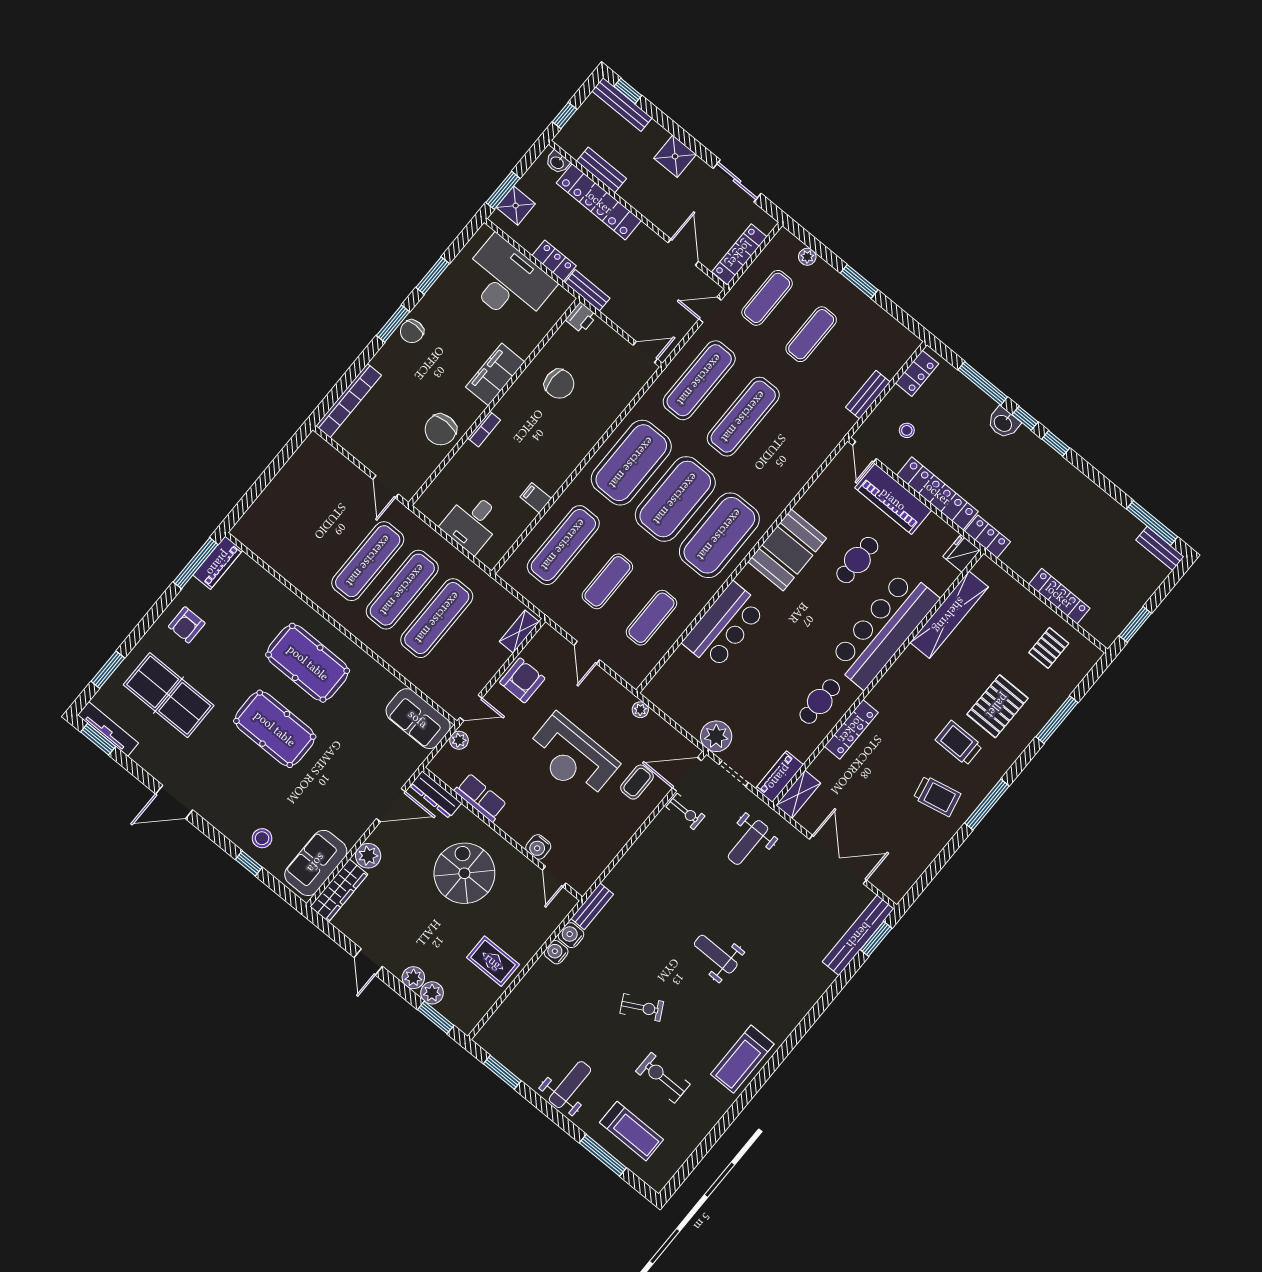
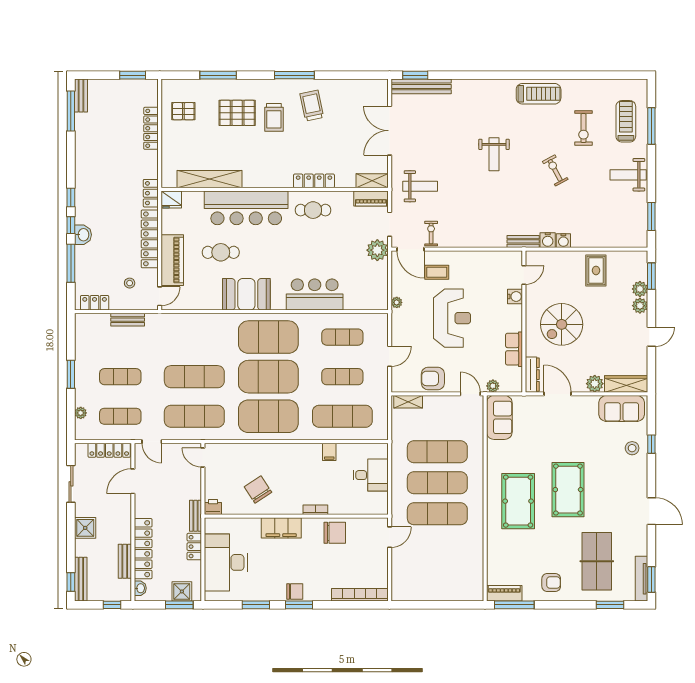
chair: (559, 384) -> (258, 490), turned -33

